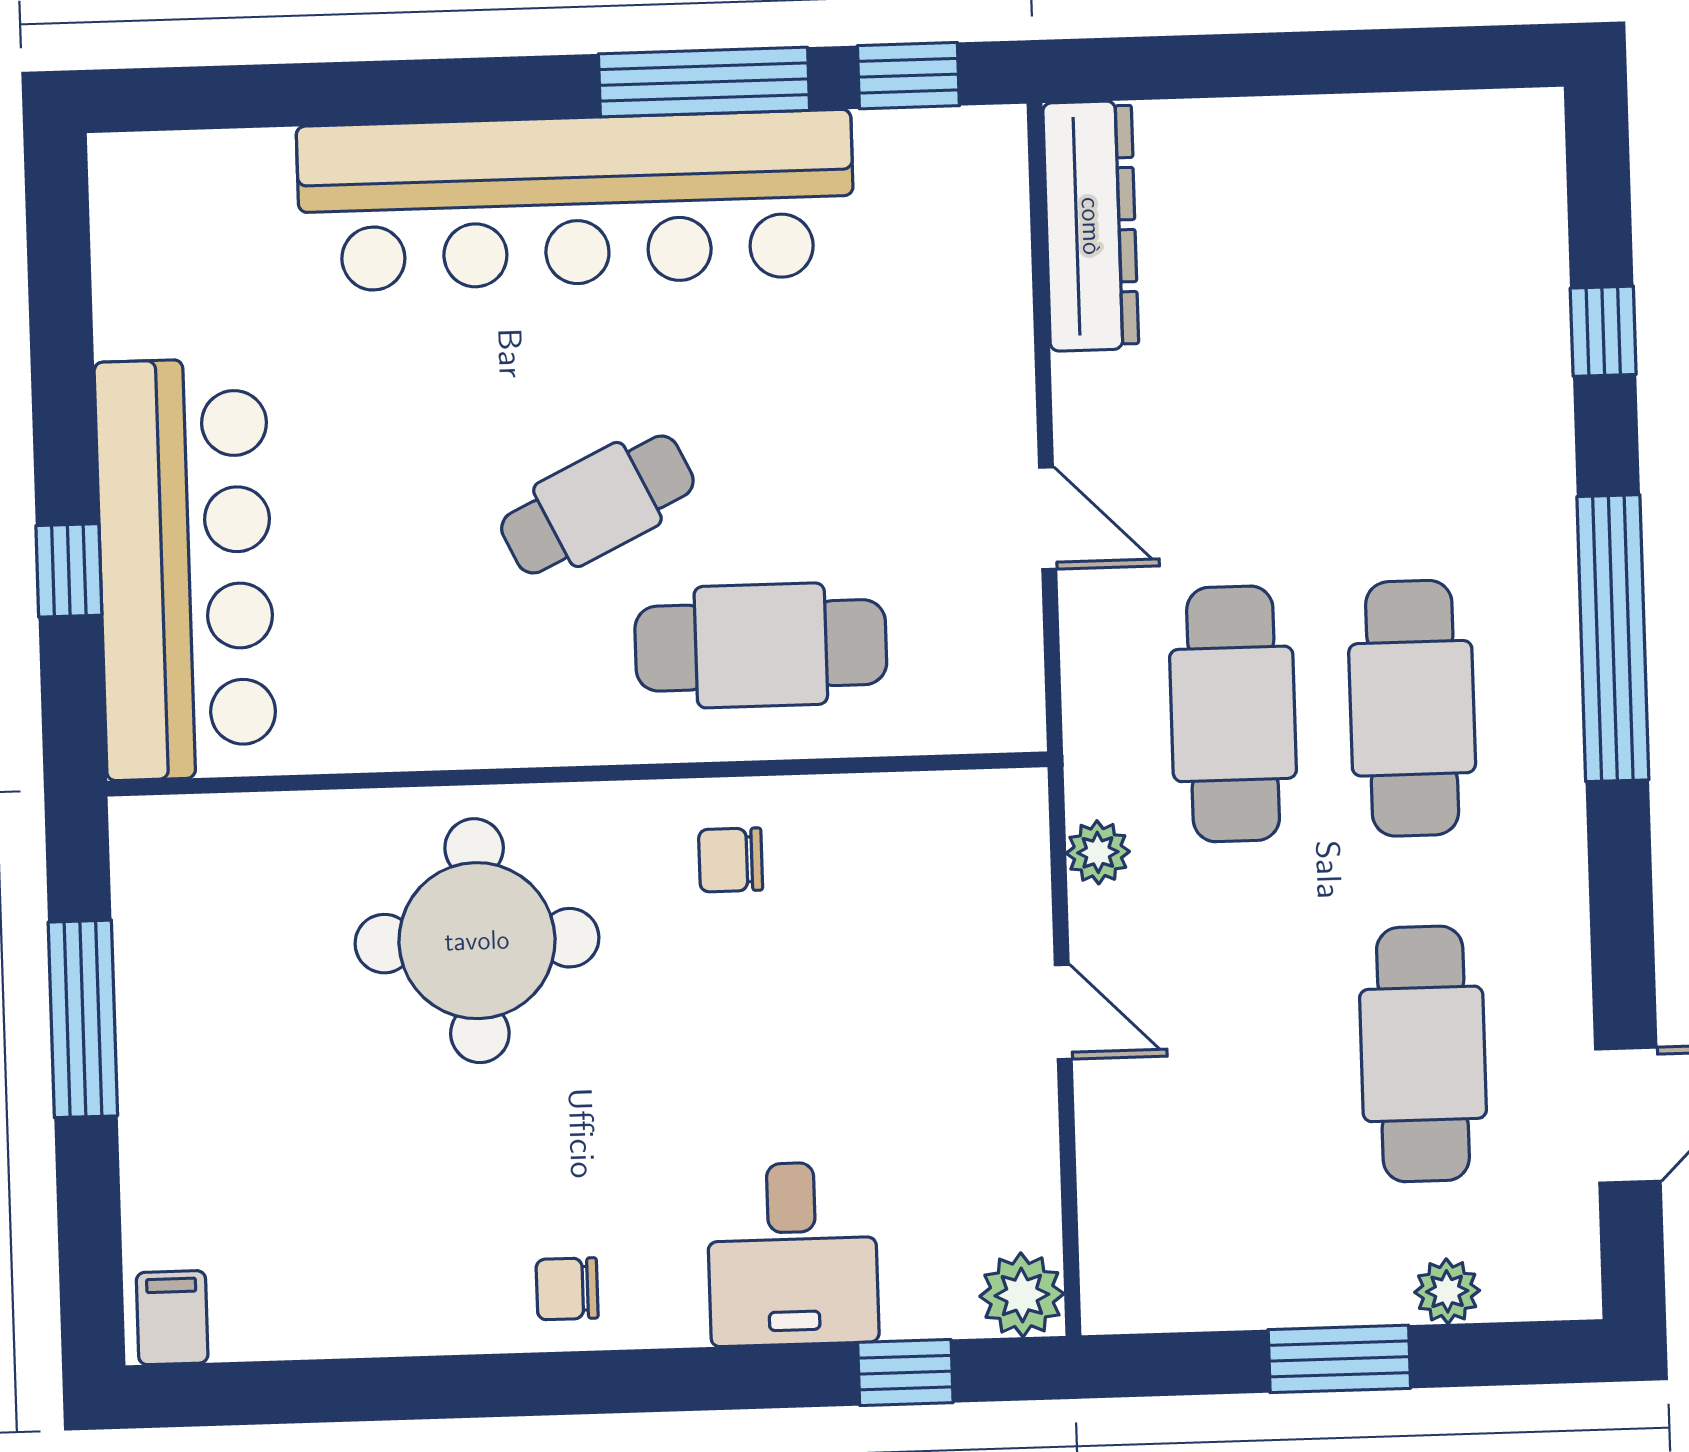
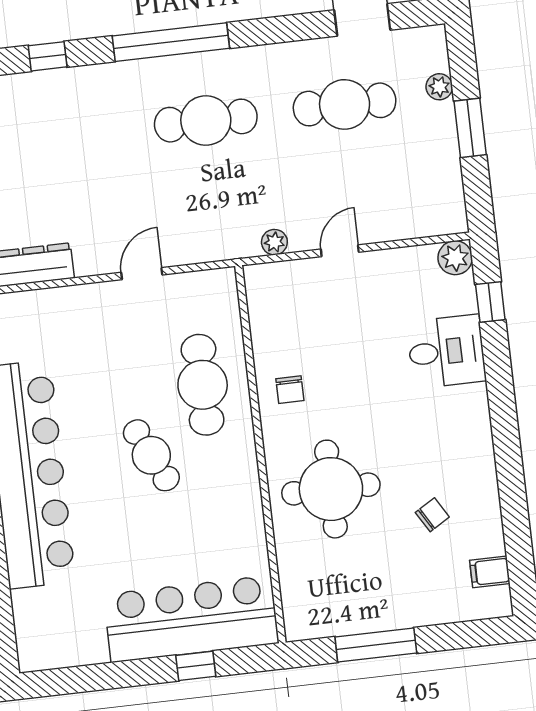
cafe table: (1233, 714) -> (214, 192), removed
chair: (567, 1289) -> (432, 515), moved, turned -121
filing cabinet: (172, 1318) -> (490, 572), moved

